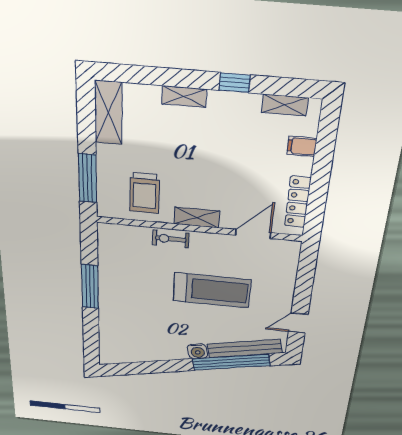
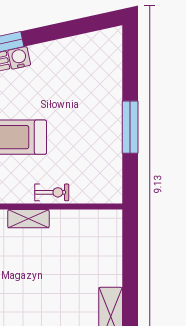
window: (88, 178) -> (130, 250), removed
trolley: (145, 193) -> (78, 240), removed

